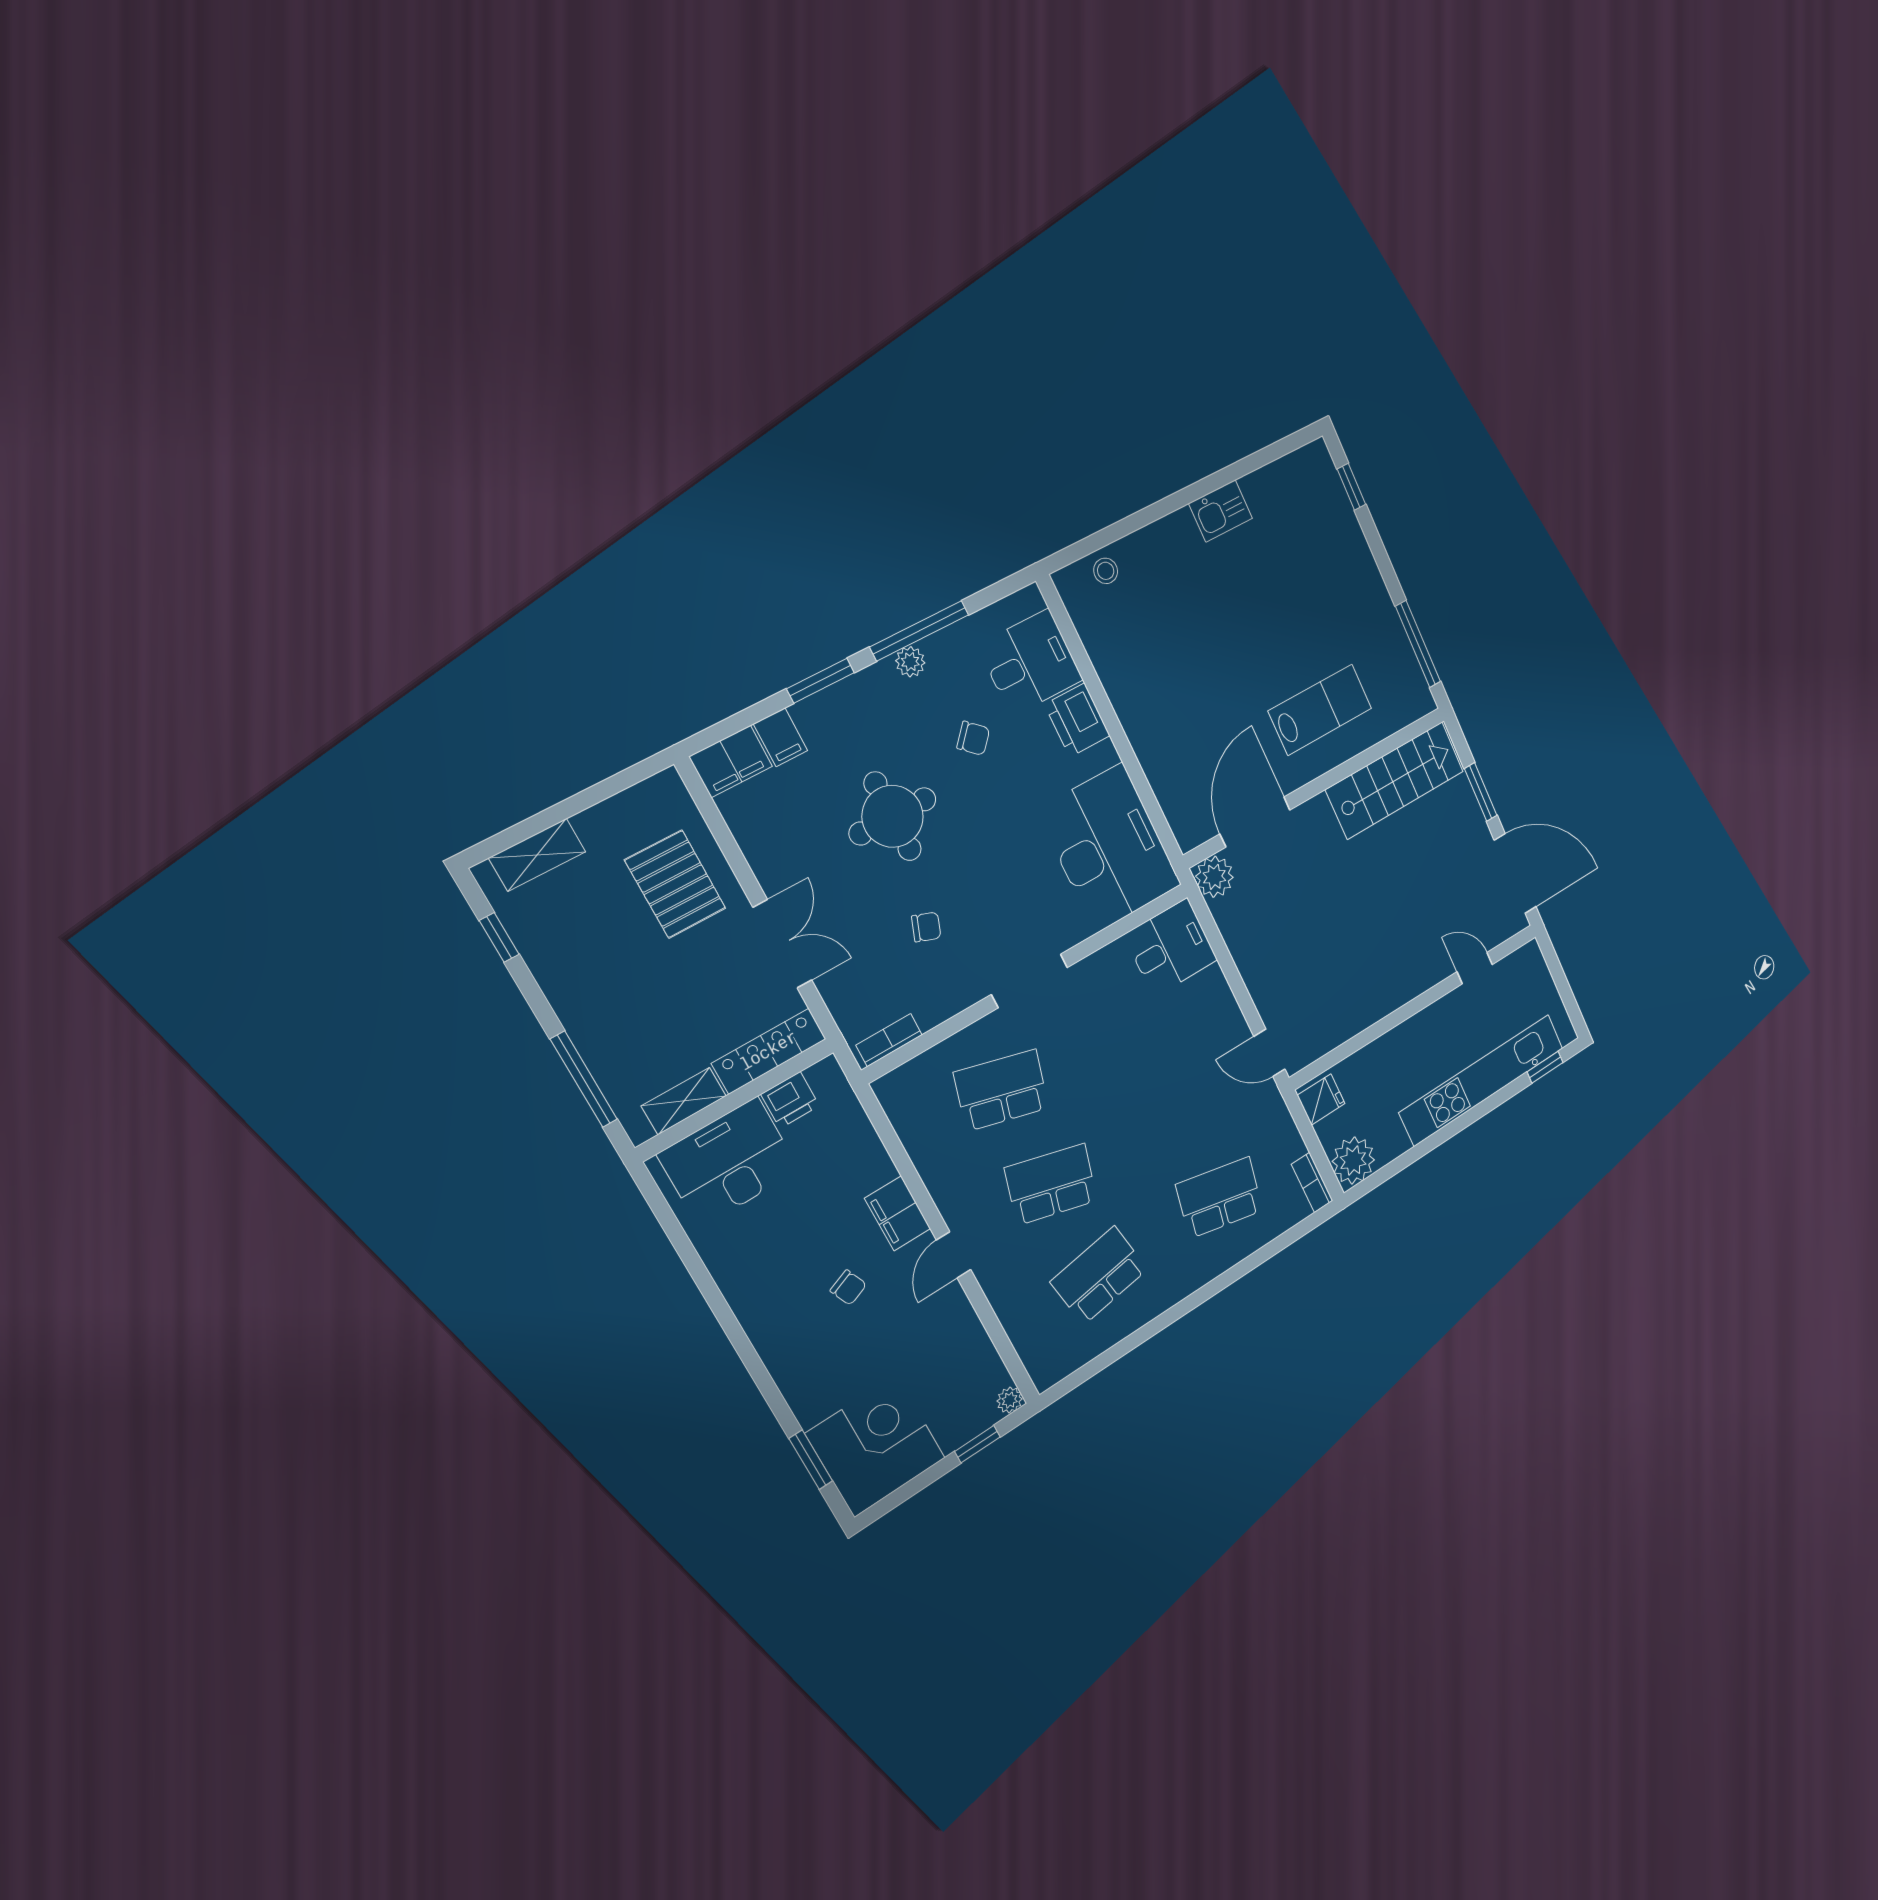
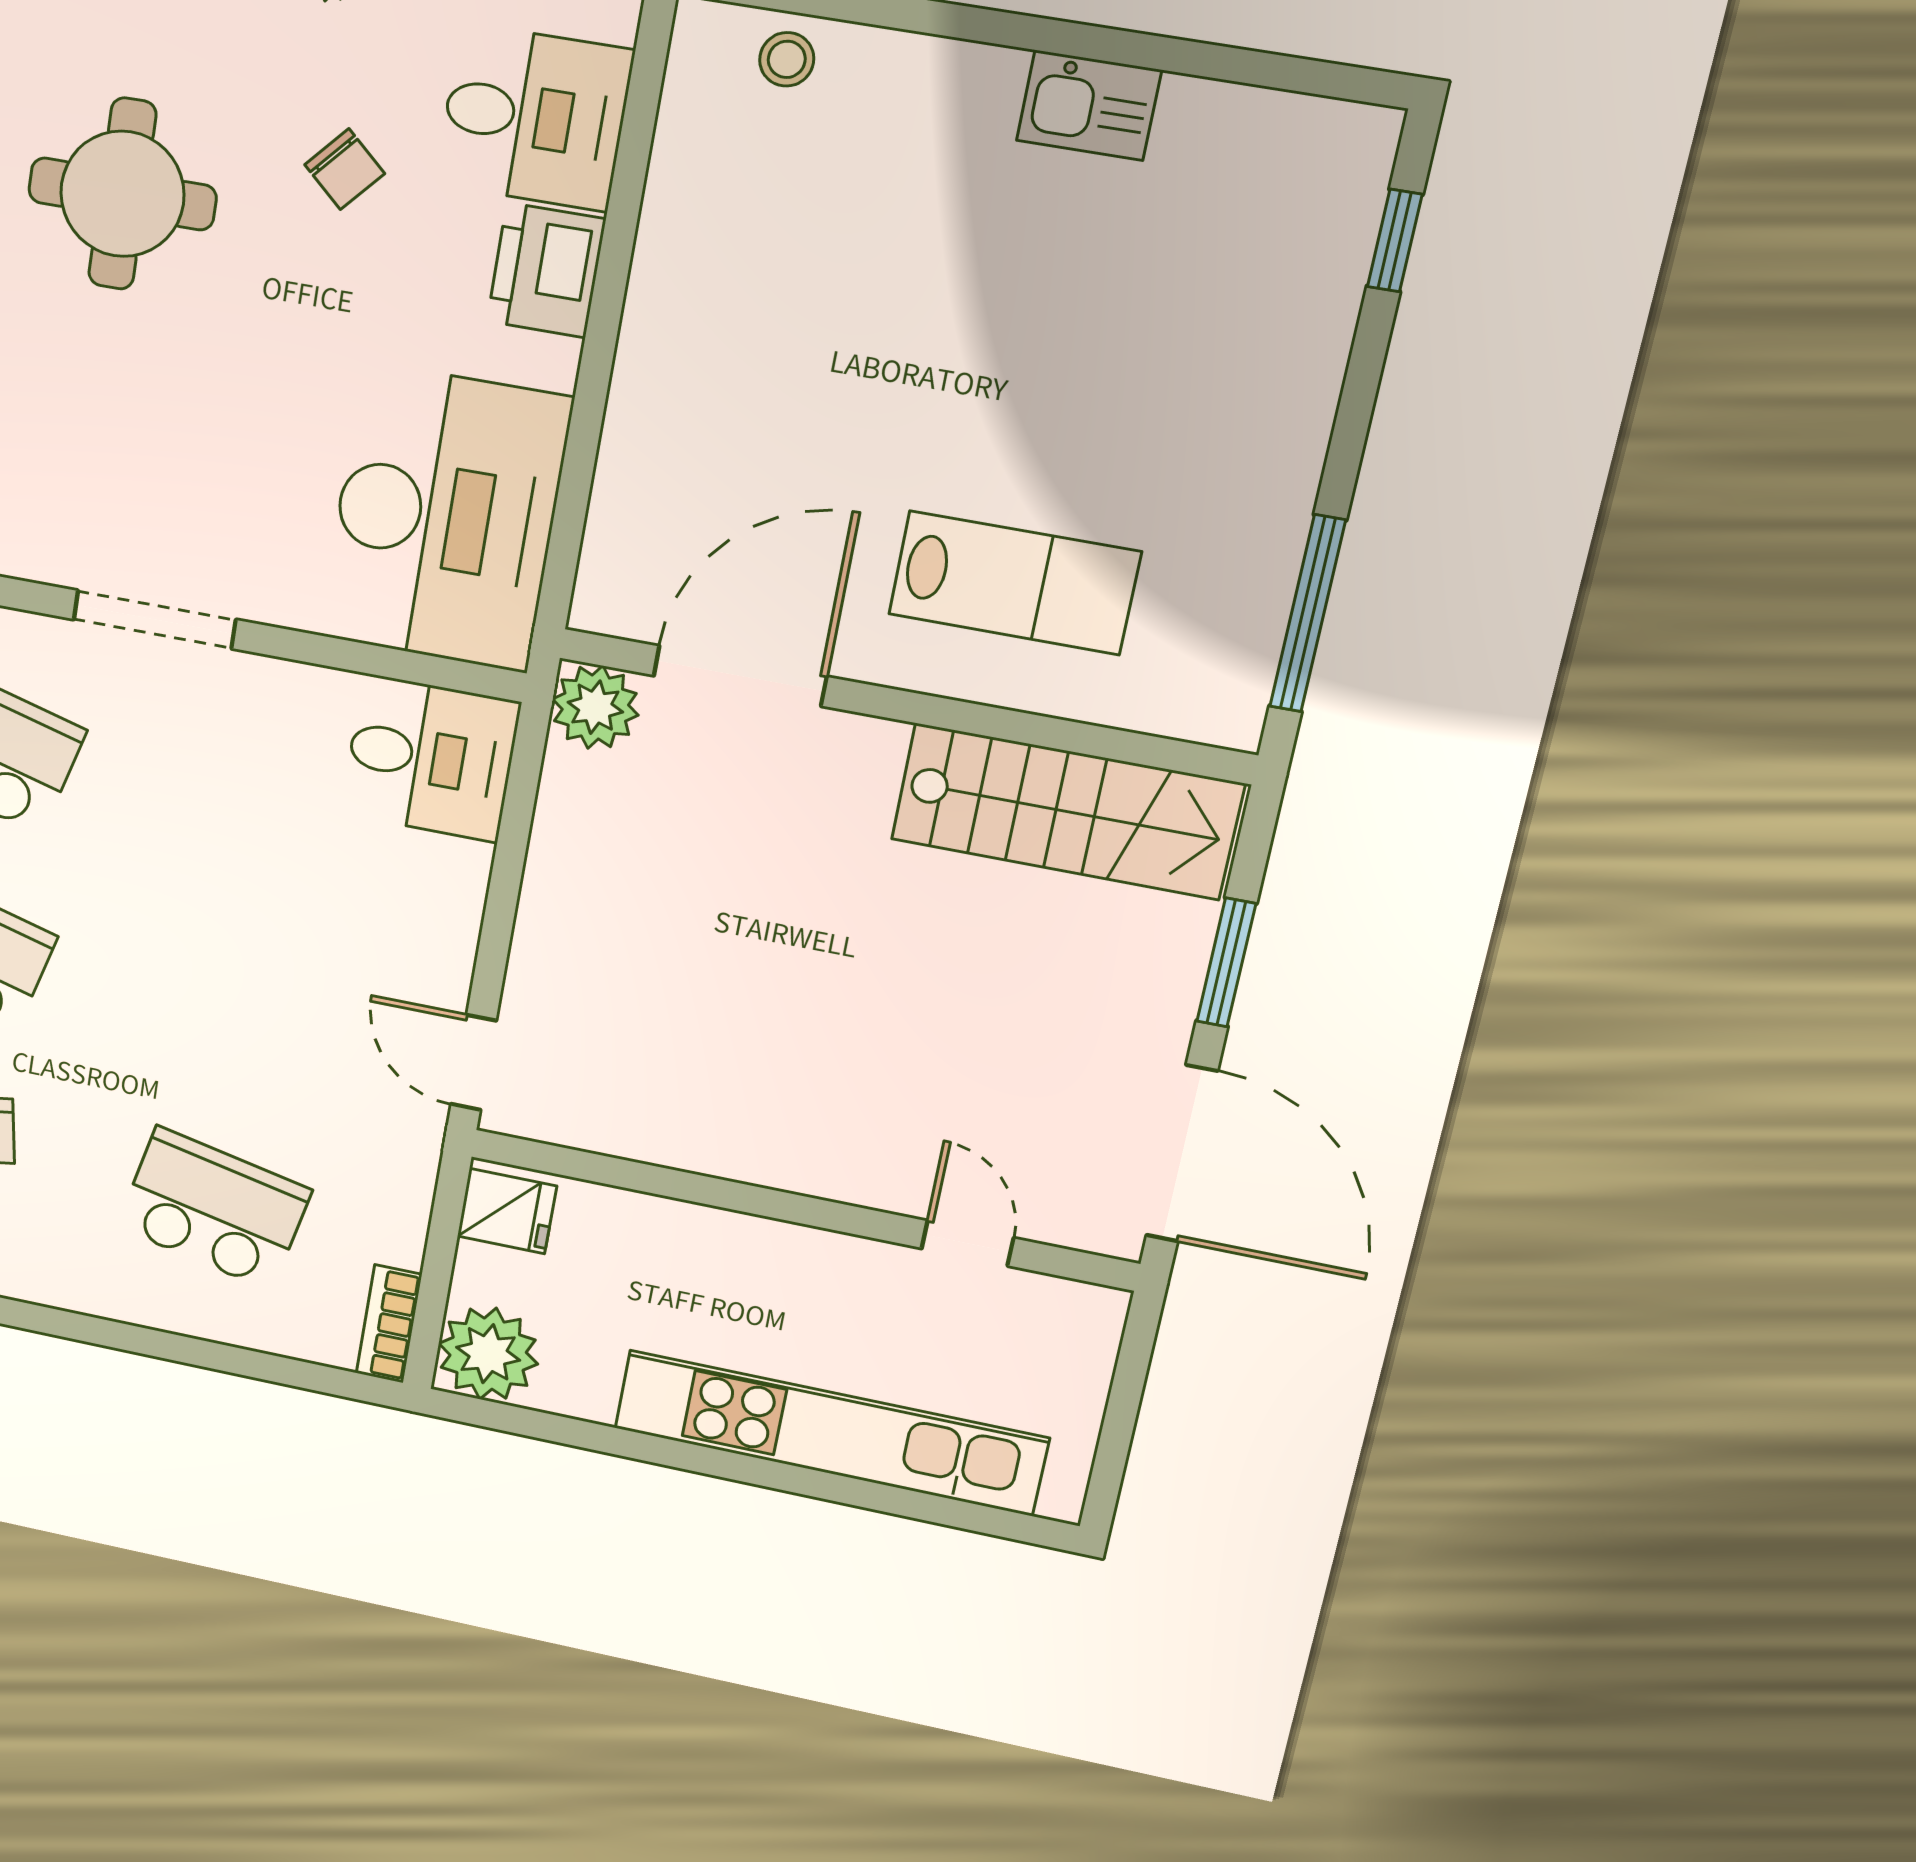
chair: (926, 927) -> (51, 405), removed
window: (1545, 1067) -> (971, 1517), removed

